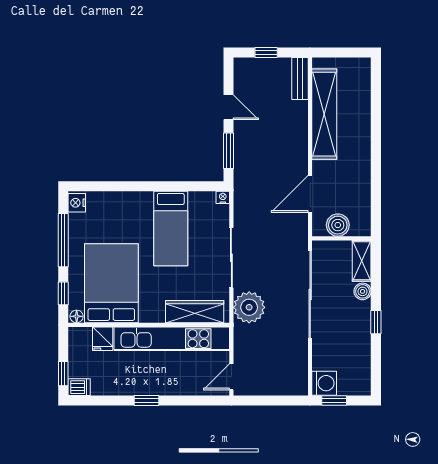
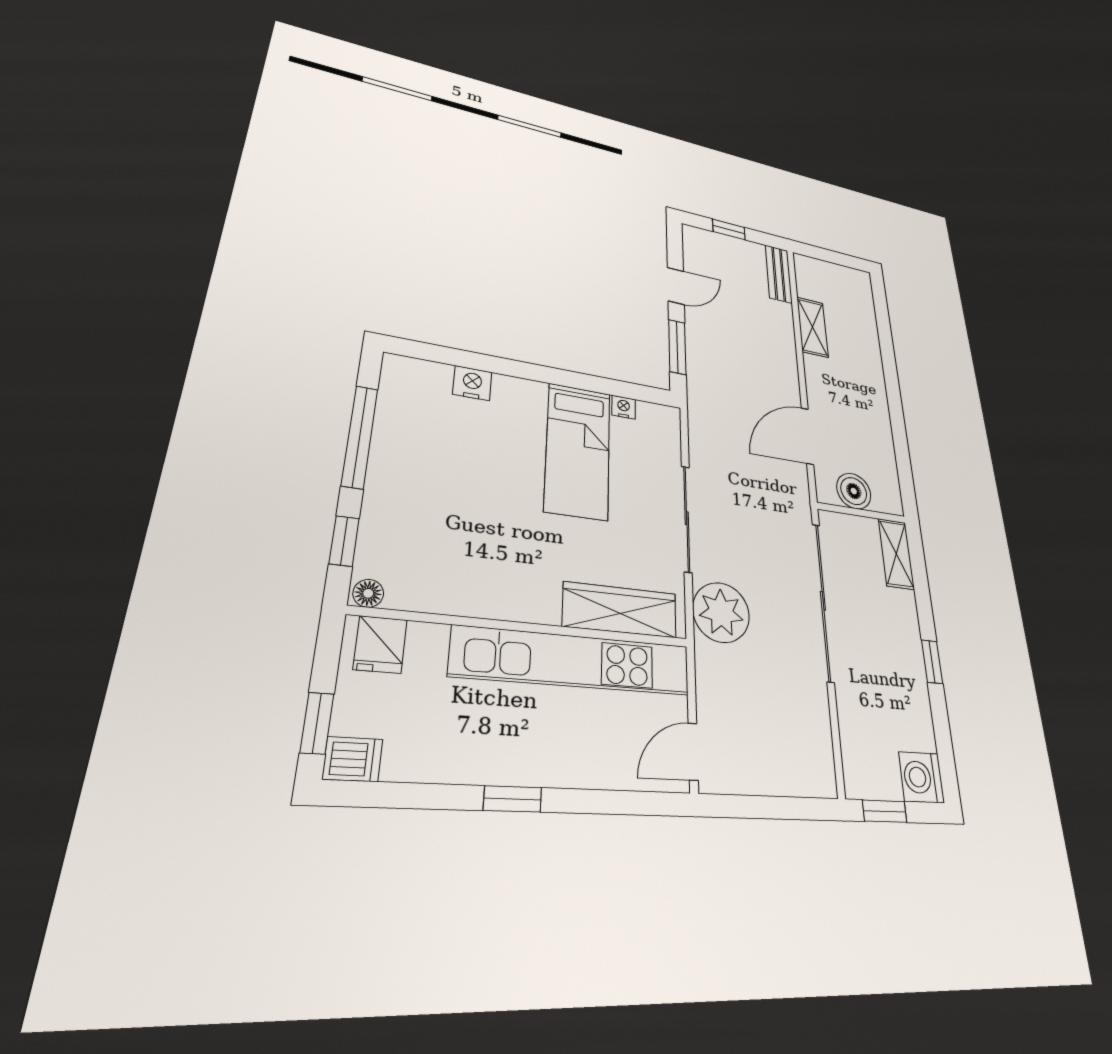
door: (228, 107) -> (676, 286), hinge flipped
shelving: (324, 114) -> (813, 327), width x0.45, depth x0.75
nightstand: (223, 197) -> (624, 407), moved
nightstand: (77, 203) -> (472, 383), moved, turned 90
bed: (111, 283) -> (454, 534), removed
boiler: (363, 291) -> (904, 605), removed
fridge: (103, 339) -> (380, 644), moved
washing machine: (324, 383) -> (921, 777), moved, turned 180

